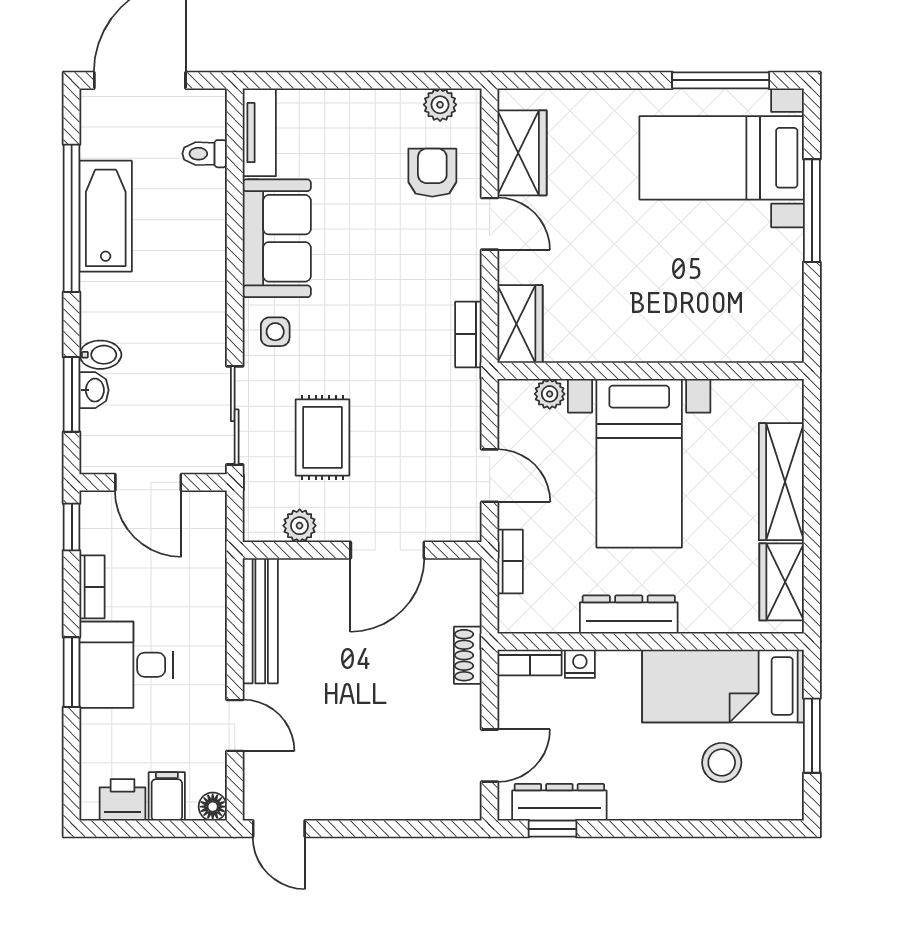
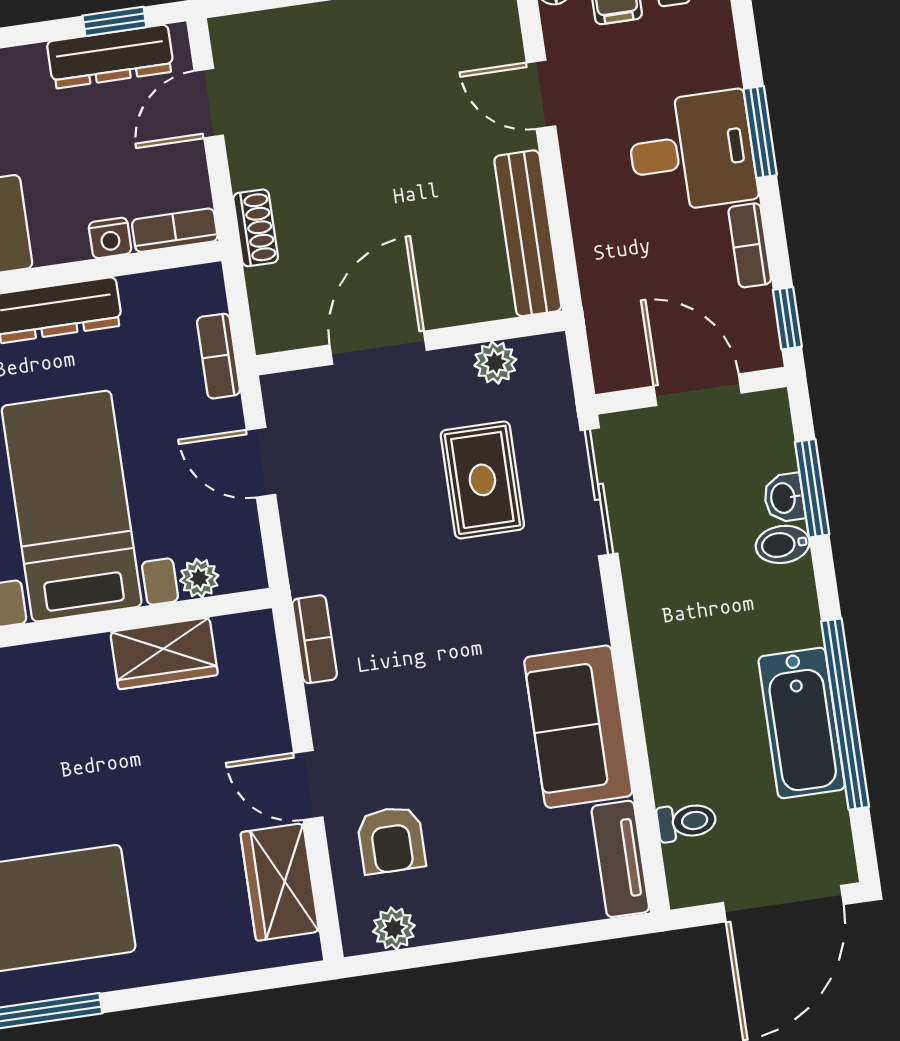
wardrobe: (520, 324) -> (164, 653), moved, turned -90
side table: (275, 332) -> (563, 607), removed

